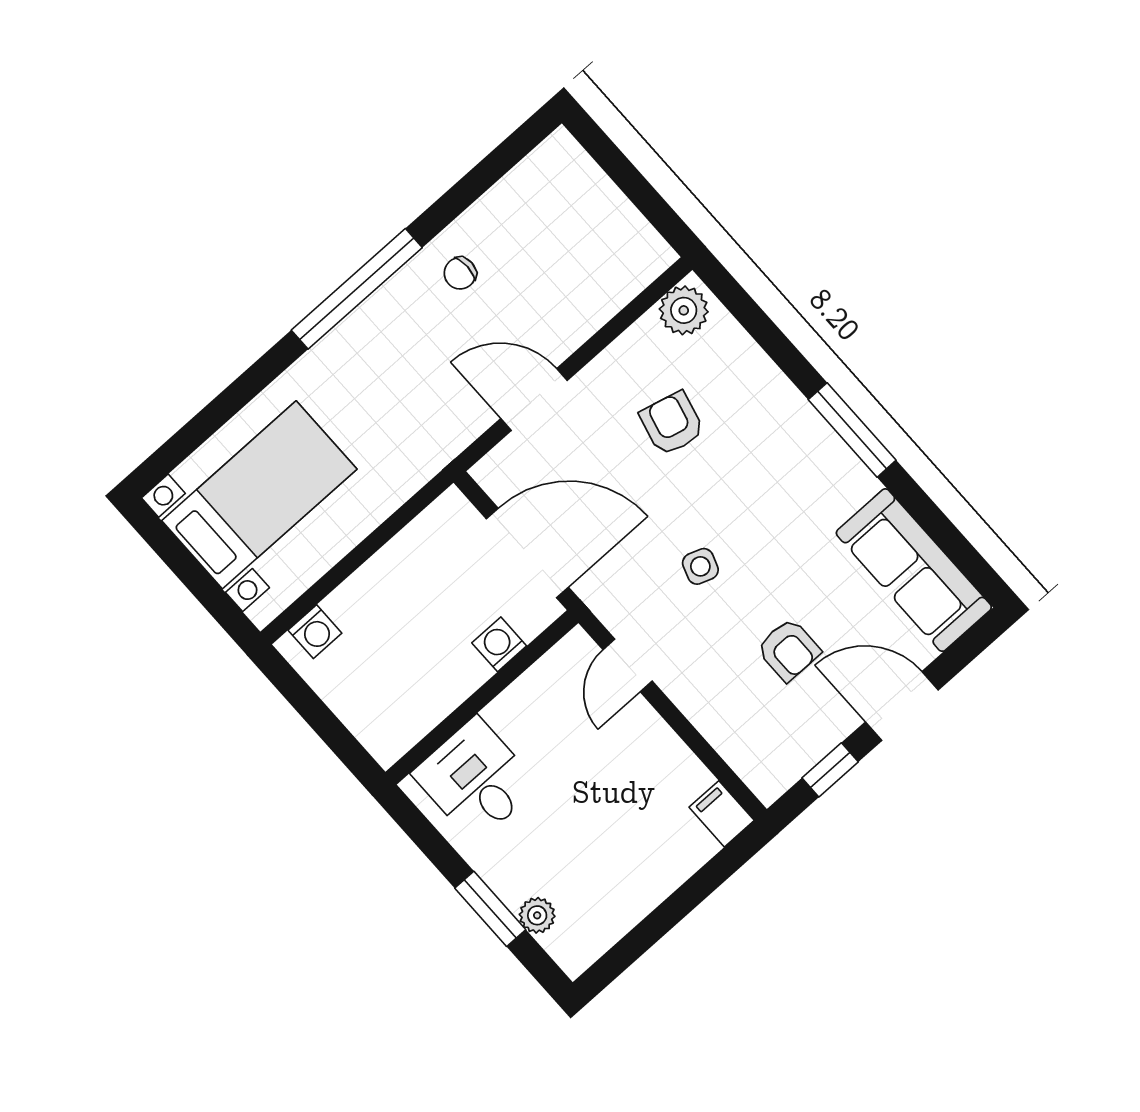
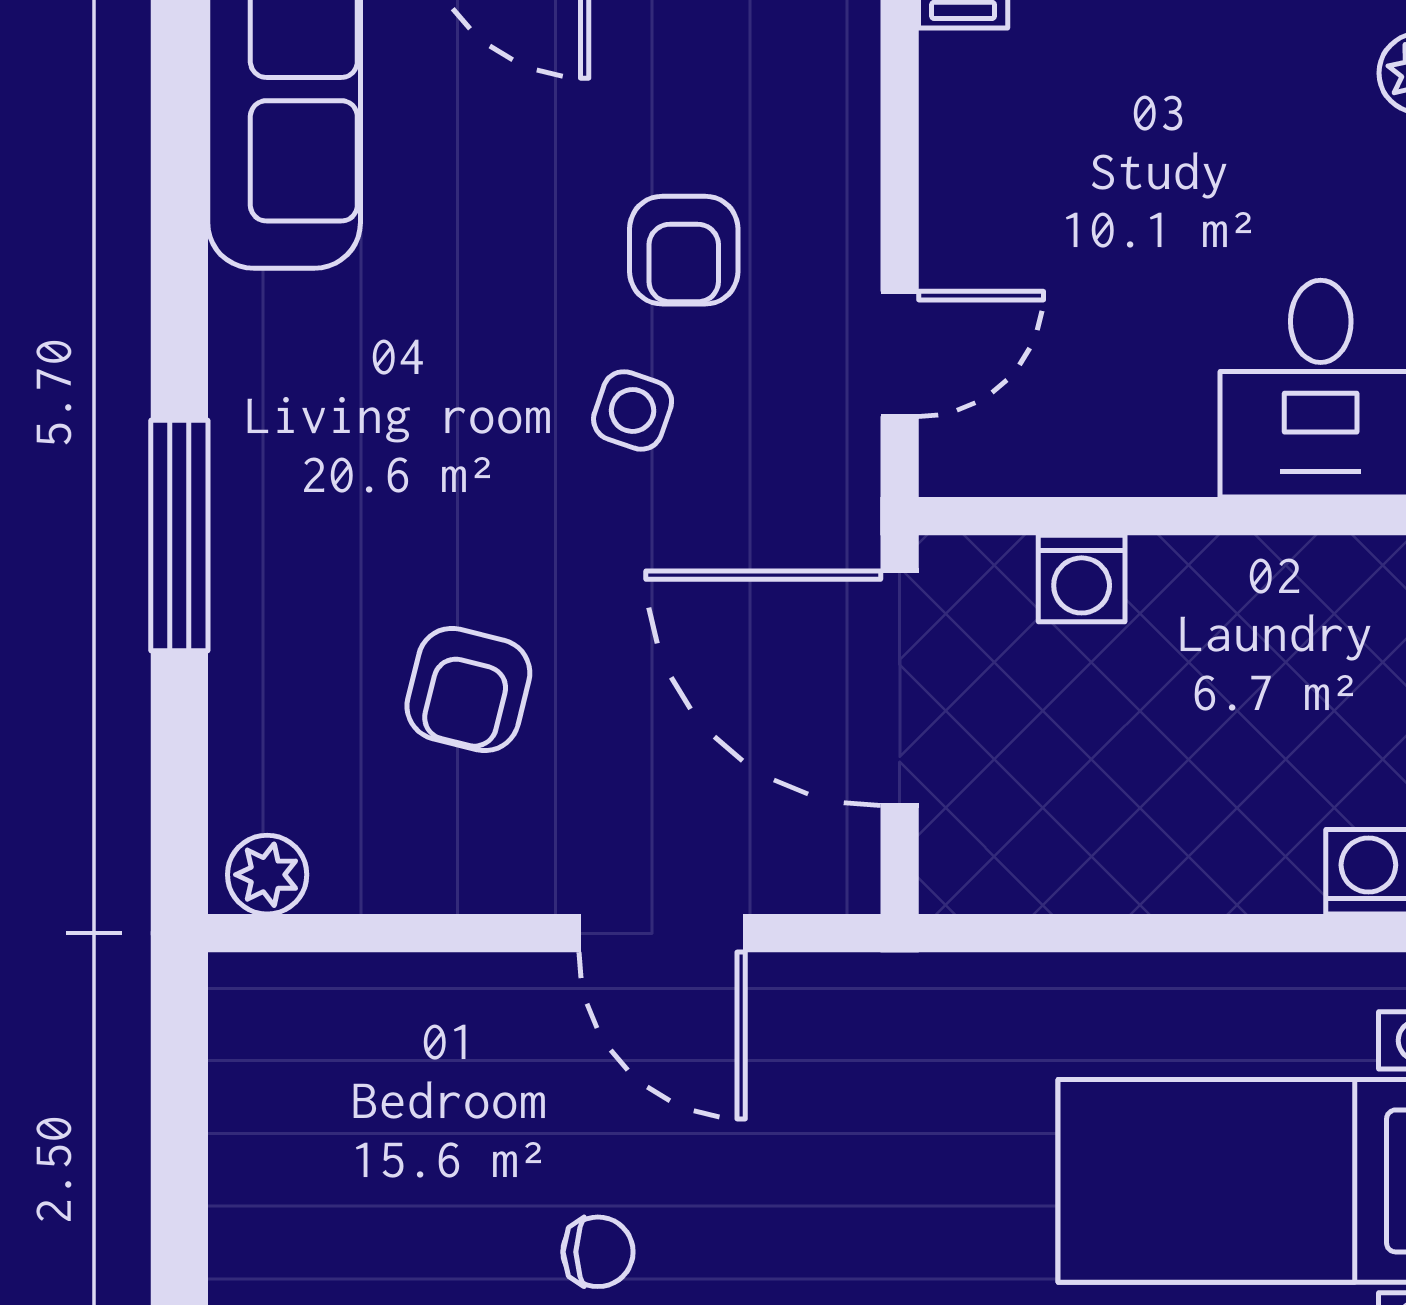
plant: (684, 310) -> (267, 875), width x0.73, depth x0.73
window: (852, 430) -> (179, 536), moved
armchair: (789, 650) -> (684, 250), moved, turned 180

